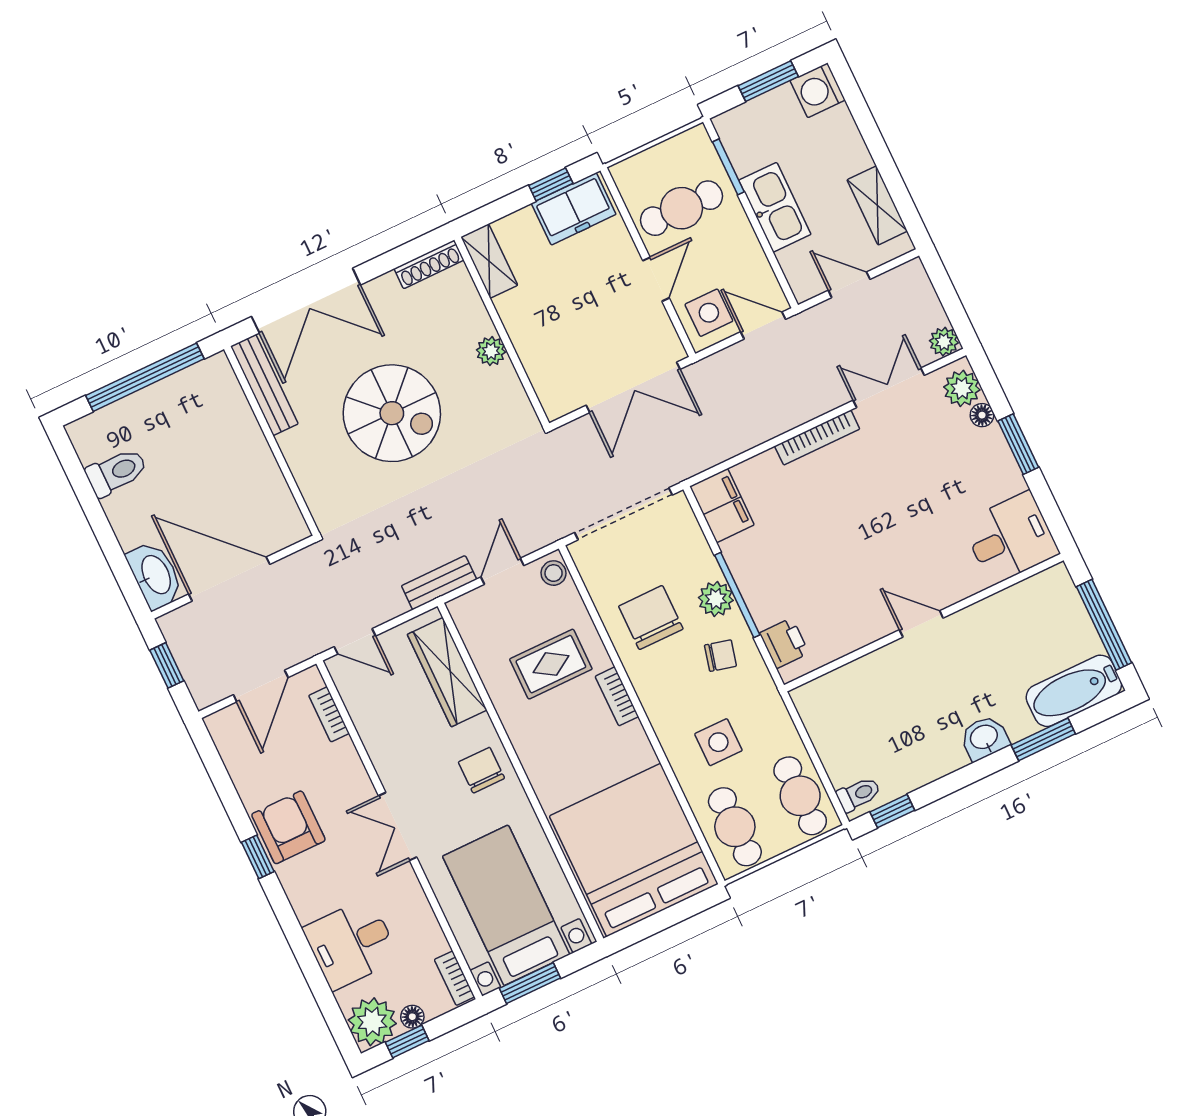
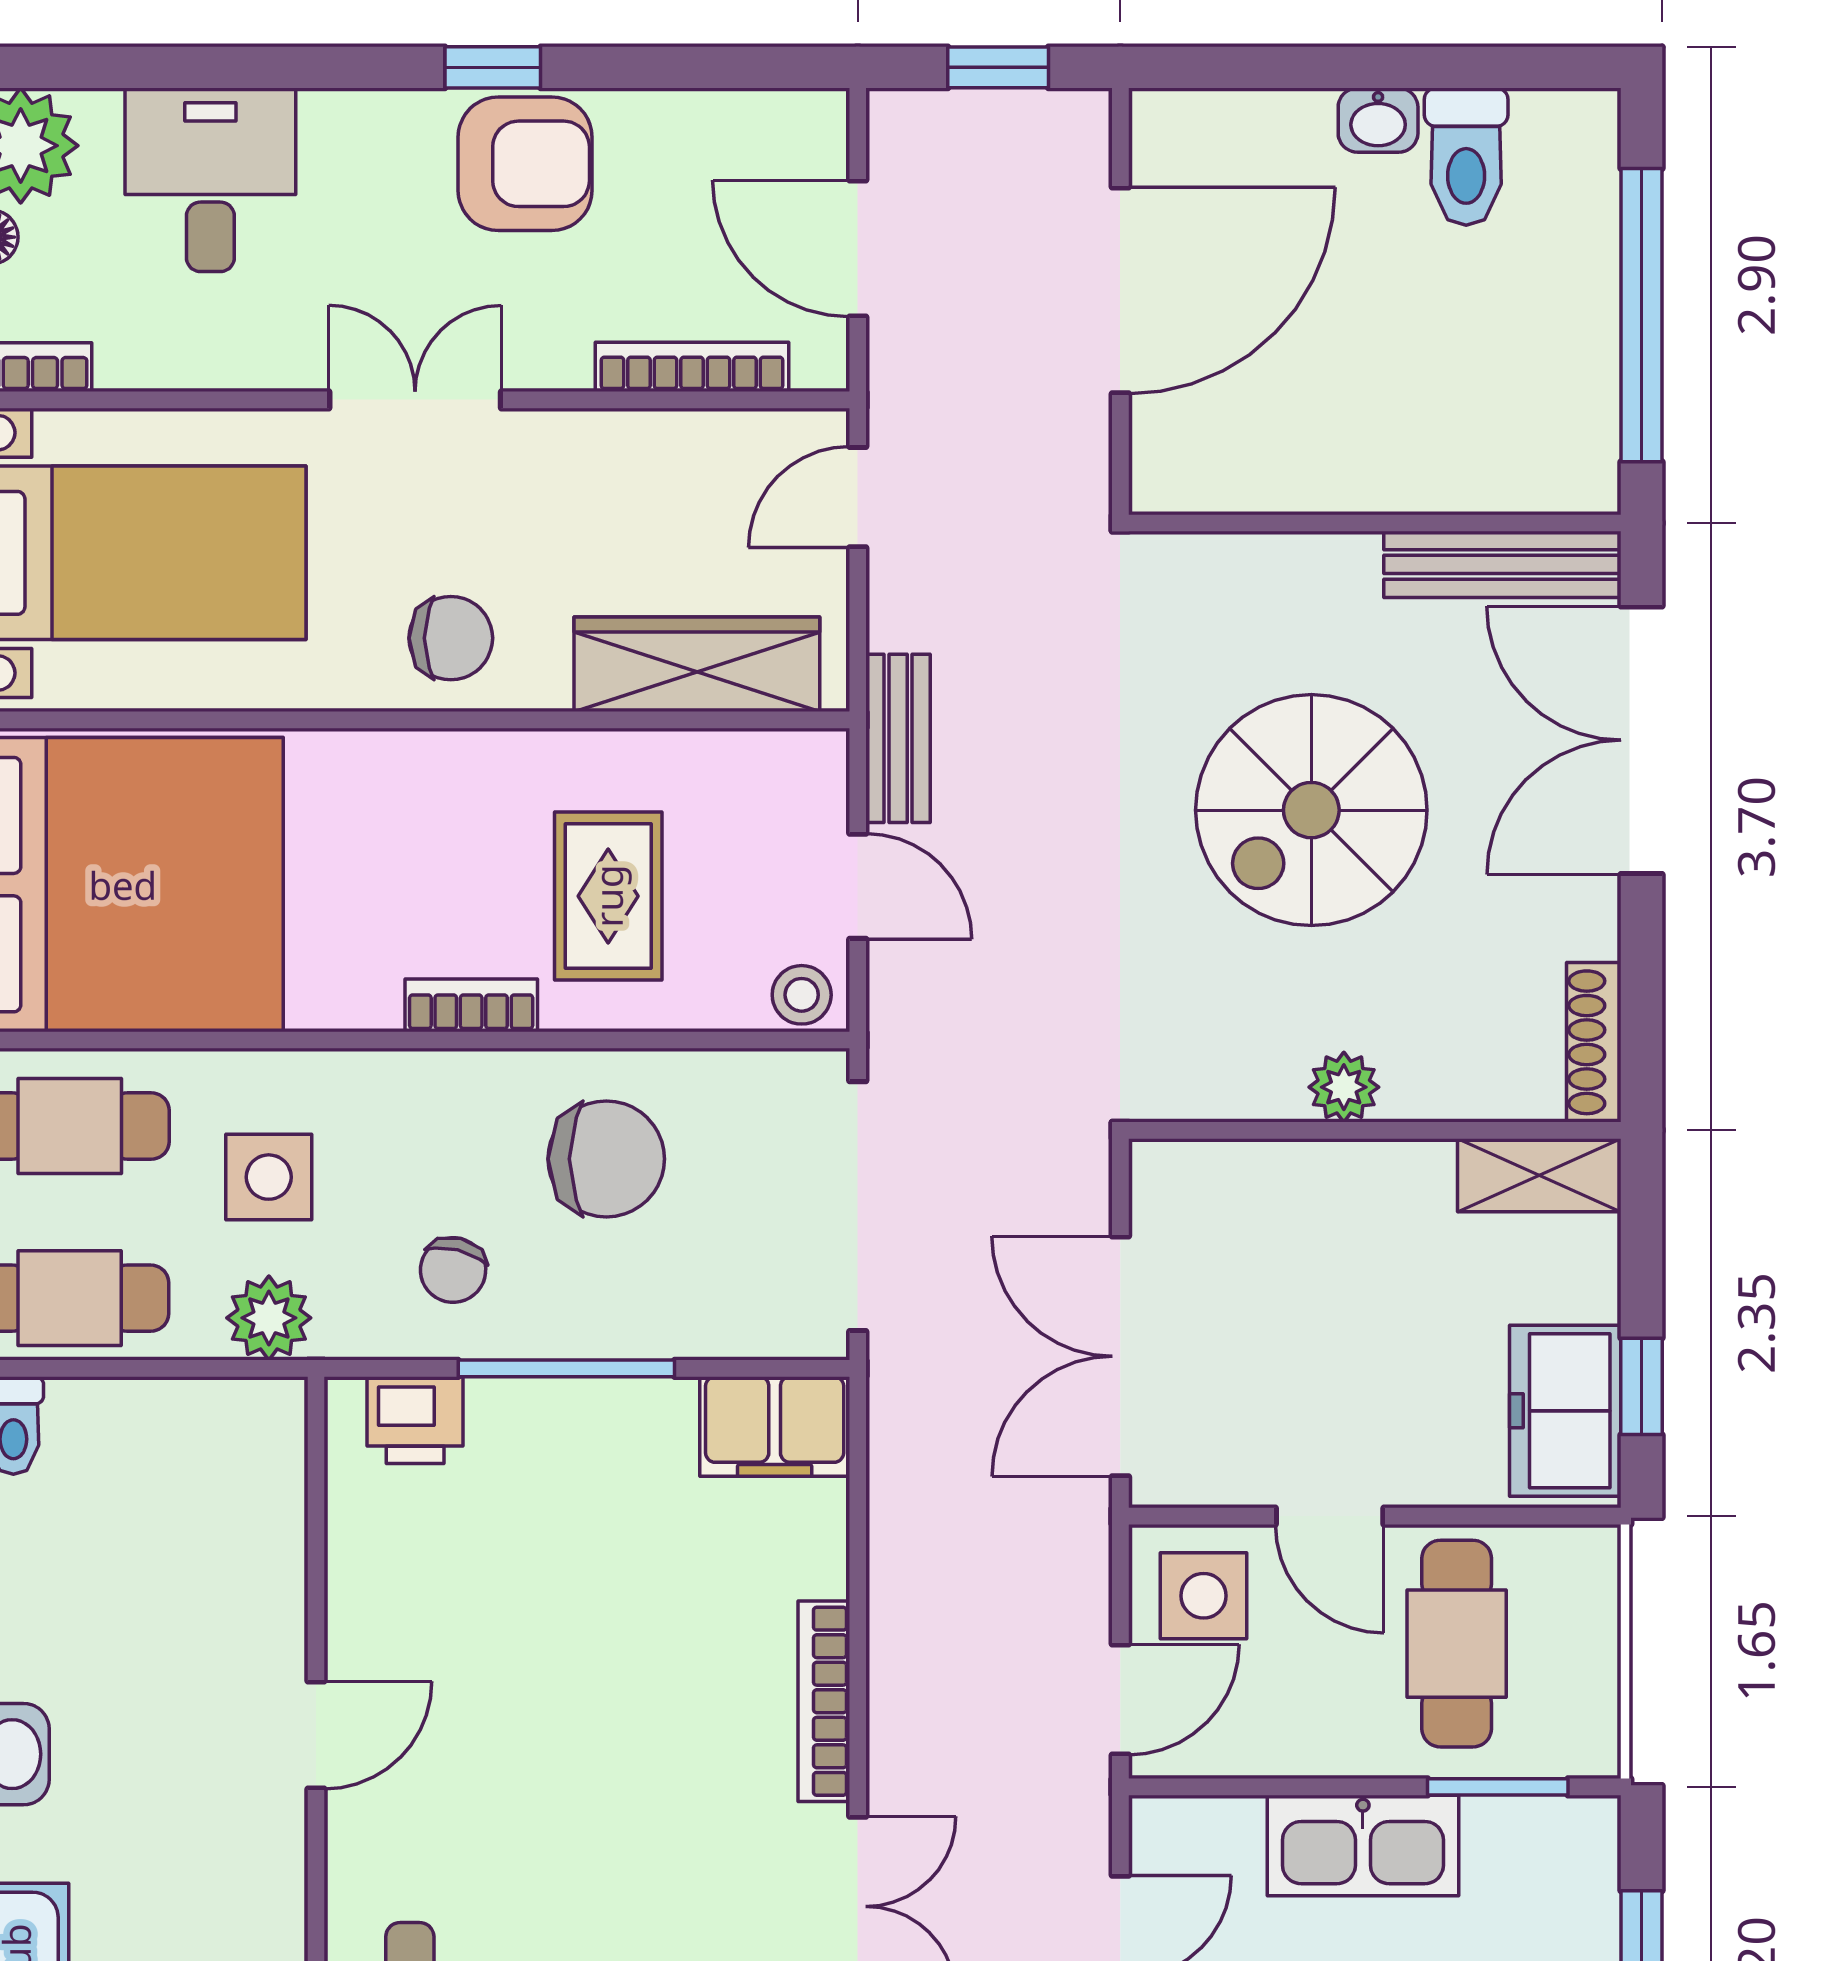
washbasin: (155, 575) -> (1378, 120), moved, width x0.52, depth x0.69
plant: (716, 599) -> (269, 1318), moved
bookcase: (329, 714) -> (692, 367), width x1.56

